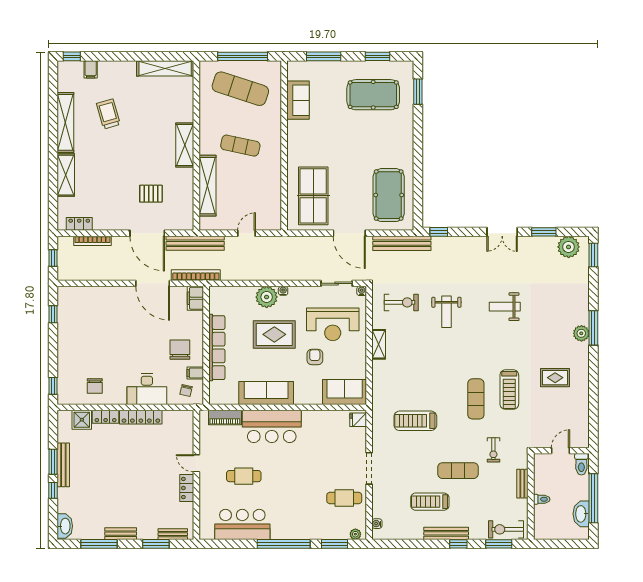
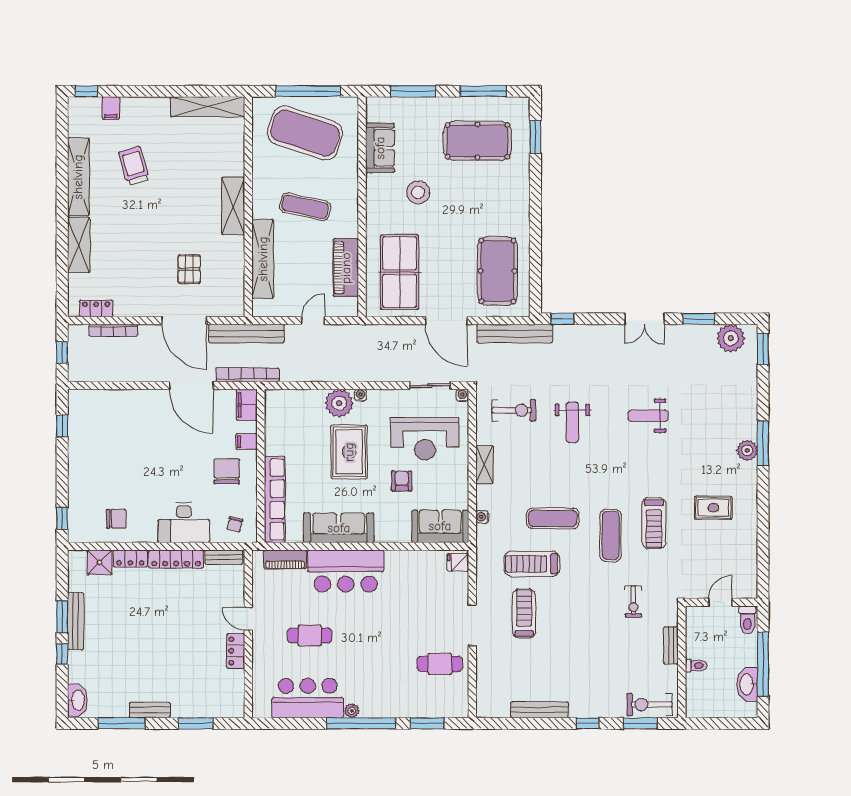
window: (378, 56) -> (483, 91), width x1.44
exercise mat: (240, 89) -> (305, 133), width x1.47
stool: (327, 134) -> (418, 192), added
piano: (272, 192) -> (346, 268), added
pallet: (151, 194) -> (189, 269), turned 90
rug: (274, 334) -> (349, 452), turned 90
row of seats: (217, 348) -> (275, 499), moved
filing cabinet: (195, 373) -> (247, 442), moved
chair: (95, 386) -> (116, 519), turned -90
exercise mat: (458, 471) -> (553, 518), moved
treadmill: (430, 502) -> (524, 614), moved, turned 90
water cooler: (377, 524) -> (482, 517), moved
bench: (446, 533) -> (539, 710), moved
bench: (173, 534) -> (224, 557), moved
plant: (355, 534) -> (352, 711), moved

